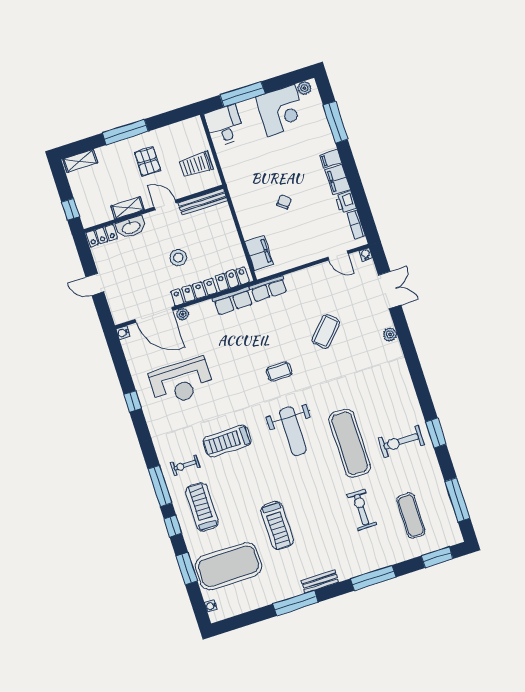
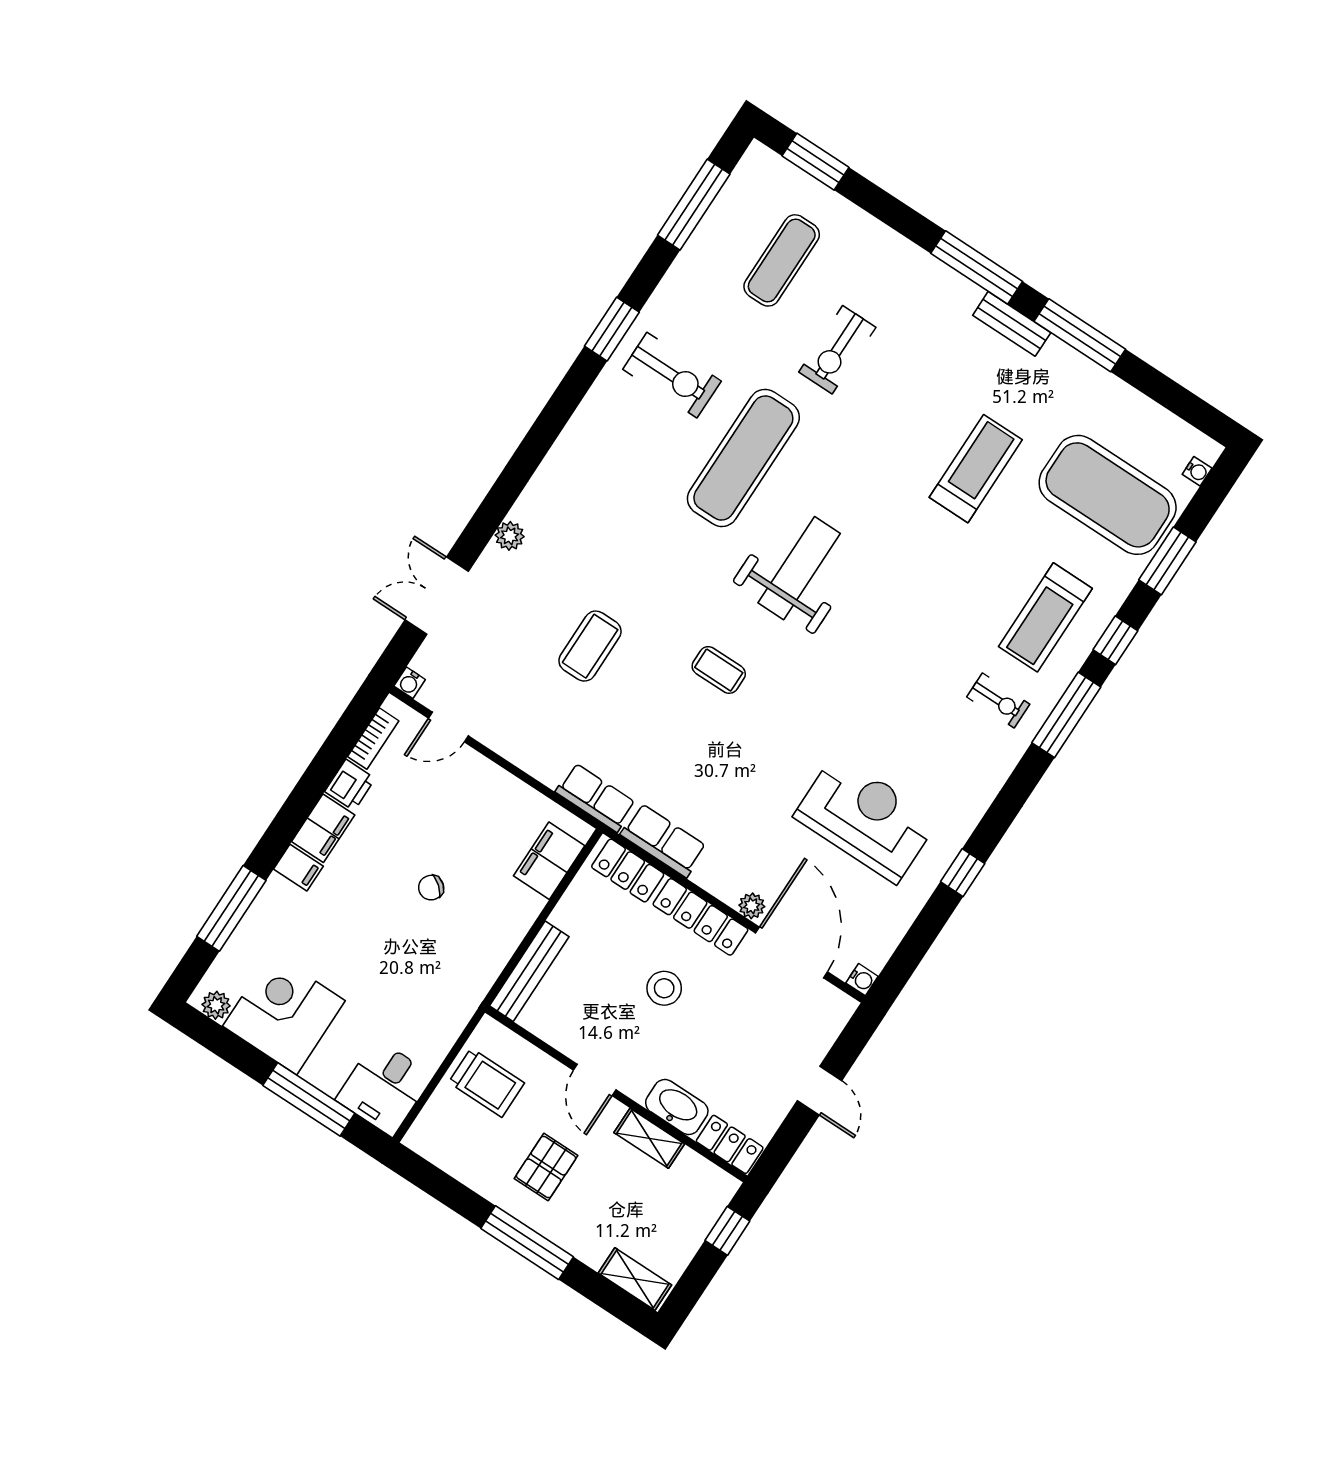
bench: (203, 202) -> (529, 971), moved, turned 90
door: (338, 255) -> (448, 727), swing flipped
coffee table: (326, 331) -> (590, 646), turned -43
treadmill: (227, 441) -> (903, 664), removed
window: (373, 578) -> (977, 267), moved

